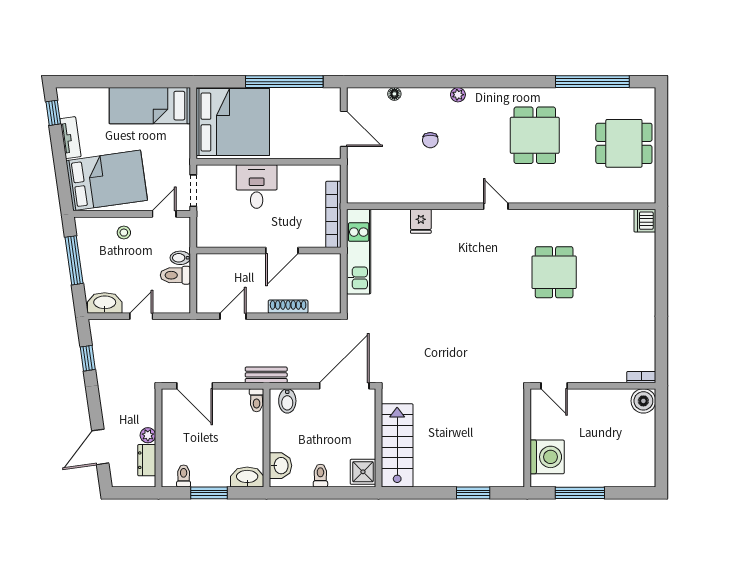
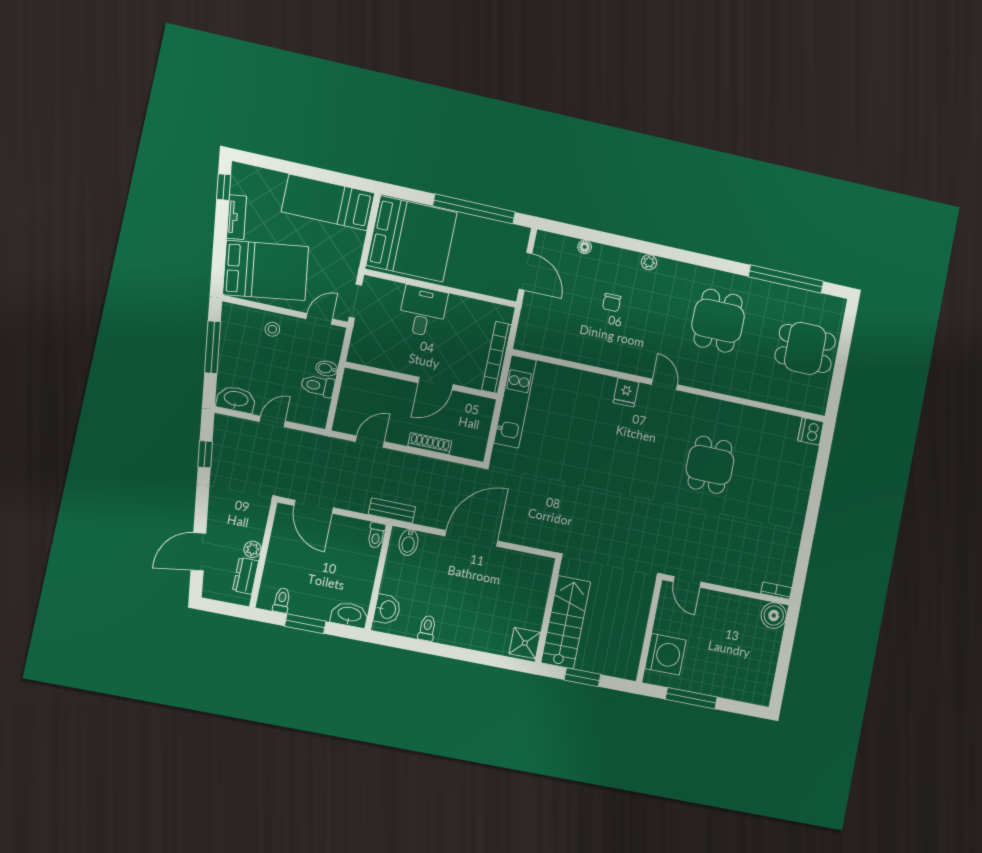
fridge: (421, 221) -> (626, 392), moved
wall: (379, 438) -> (548, 611), moved
stairs: (397, 445) -> (566, 622), moved
shower: (363, 472) -> (525, 643), moved

